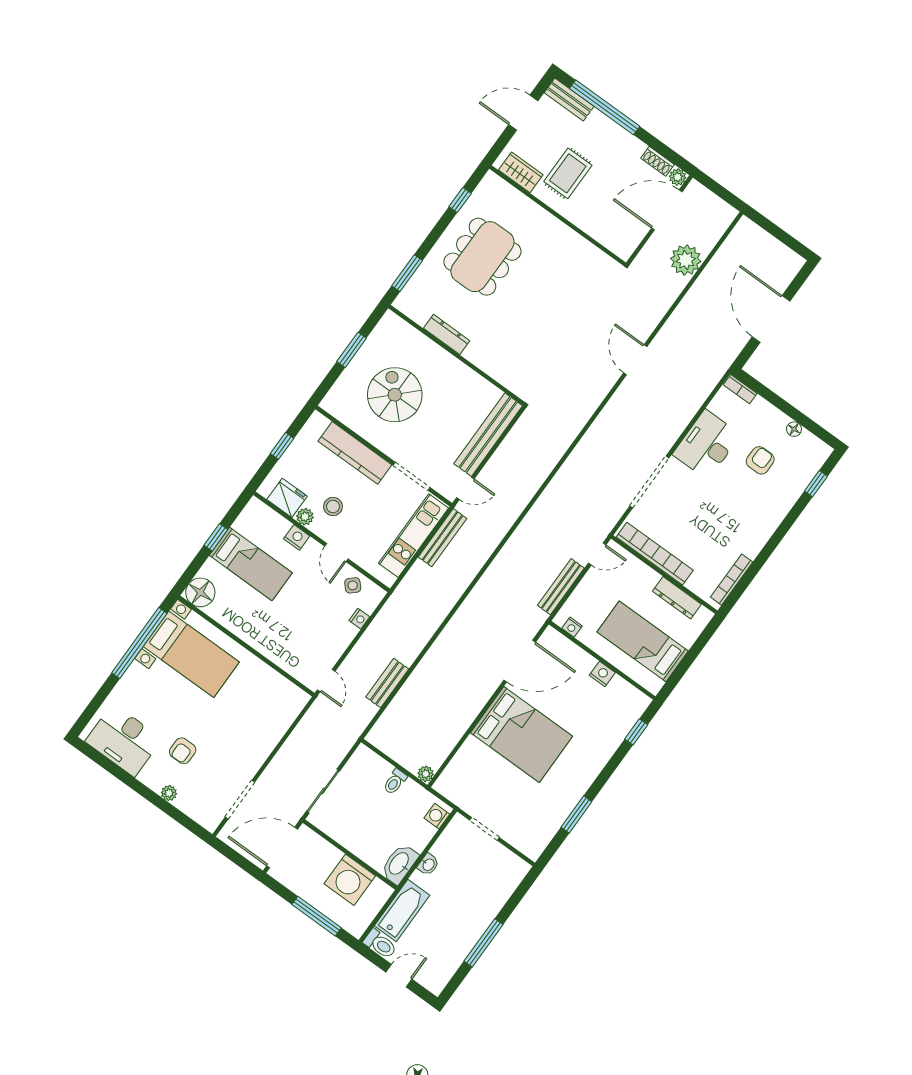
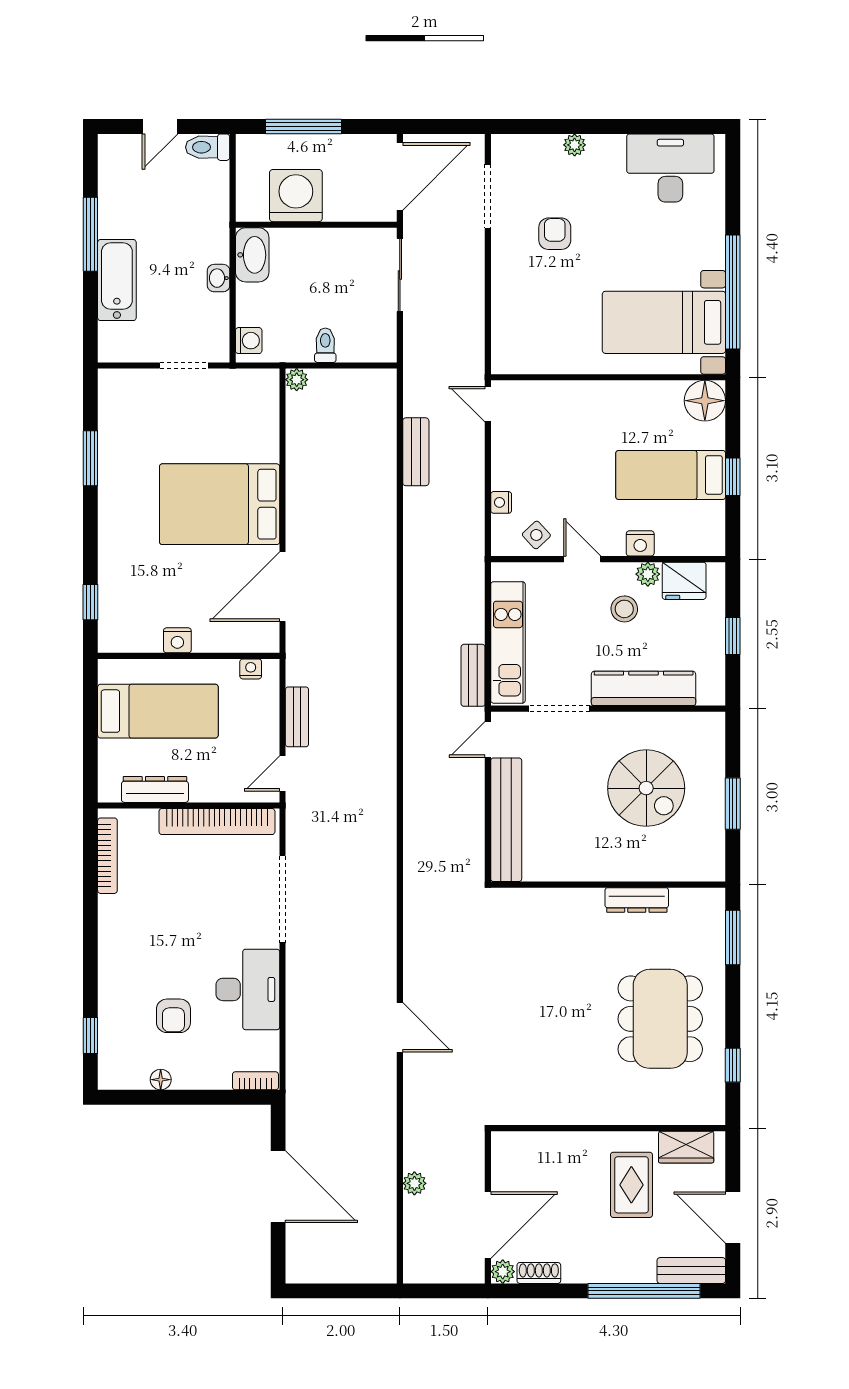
door: (523, 113) -> (733, 1217), swing flipped
plant: (686, 260) -> (414, 1183), width x0.53, depth x0.53
bench: (443, 538) -> (473, 675), width x0.73
bench: (561, 587) -> (297, 717), width x0.73
armchair: (183, 751) -> (555, 234), moved
bathtub: (402, 910) -> (117, 280), moved, turned 180

